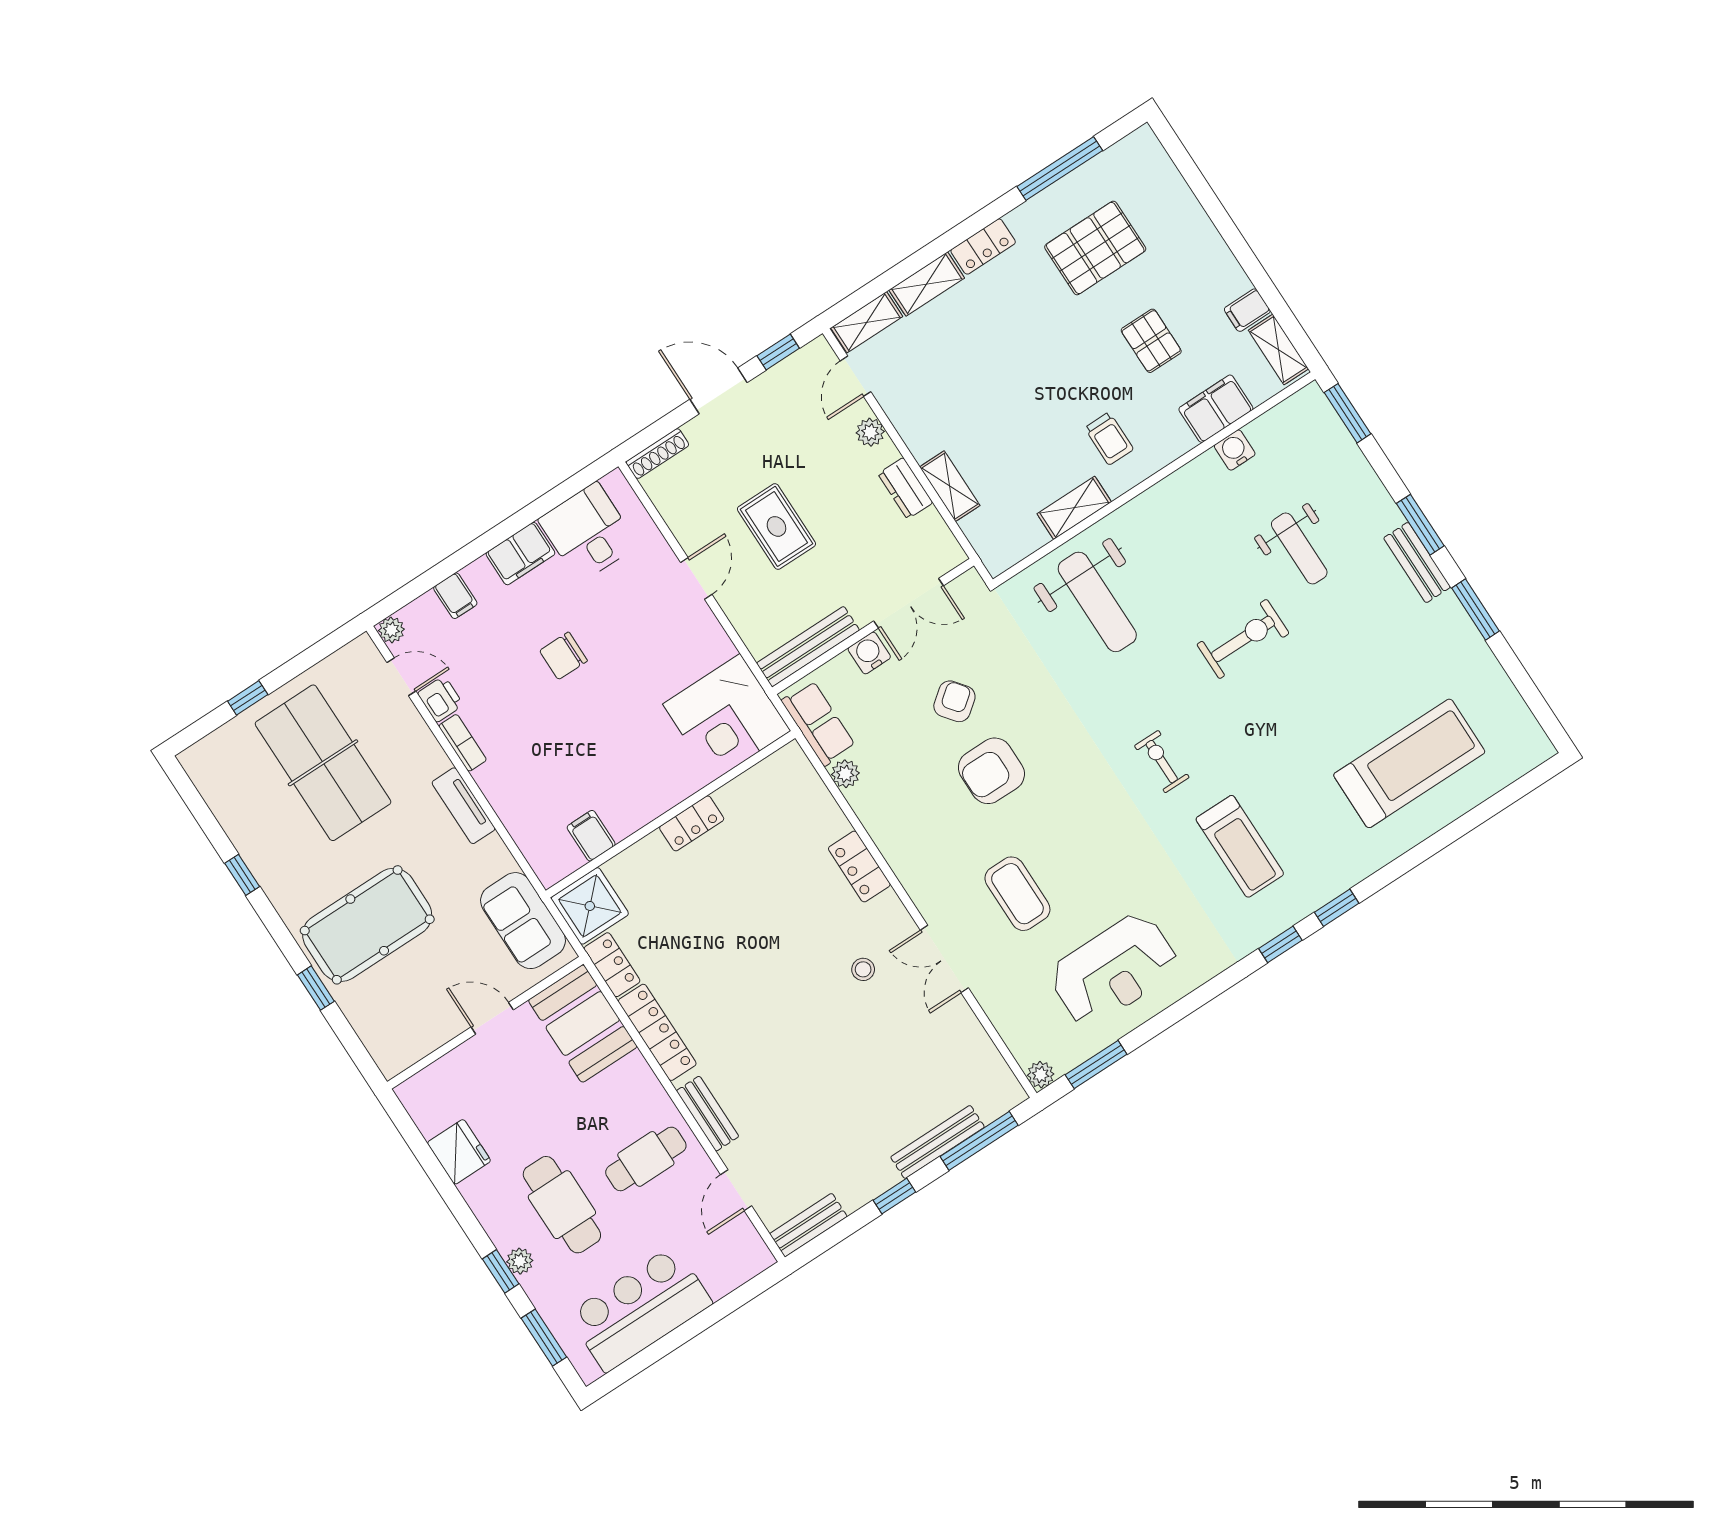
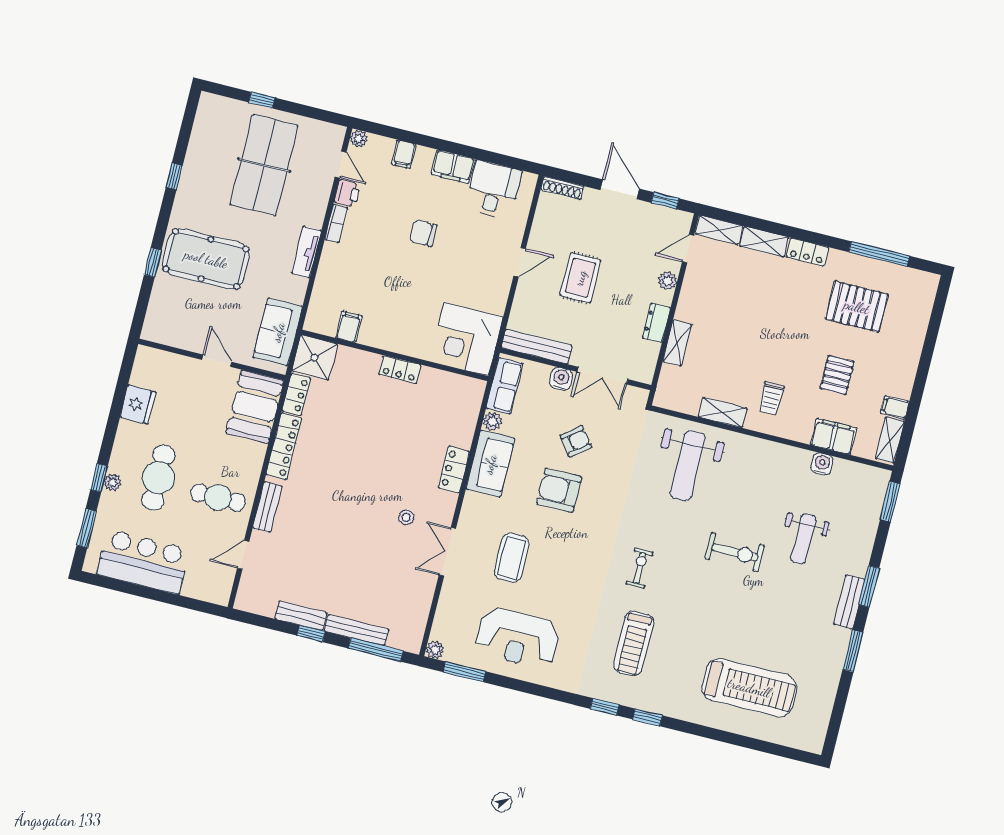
sofa: (891, 820) -> (490, 464), added
bench: (808, 1225) -> (301, 616), moved

